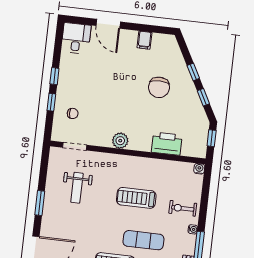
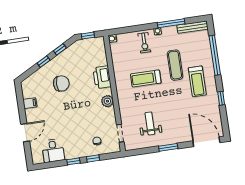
desk: (76, 38) -> (53, 151), moved, turned -90
printer: (167, 144) -> (102, 77), moved
weight bench: (77, 188) -> (150, 123), turned -90
treadmill: (136, 198) -> (146, 78), turned 90

